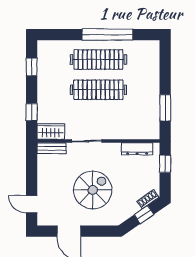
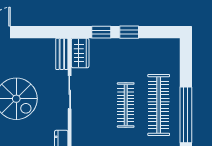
window: (32, 67) -> (129, 32), moved
clothes rail: (98, 90) -> (126, 105), width x0.73, depth x0.76

